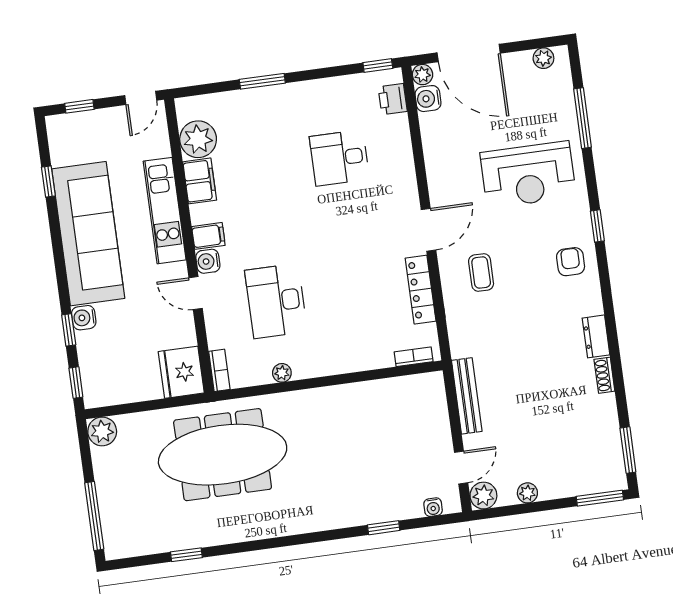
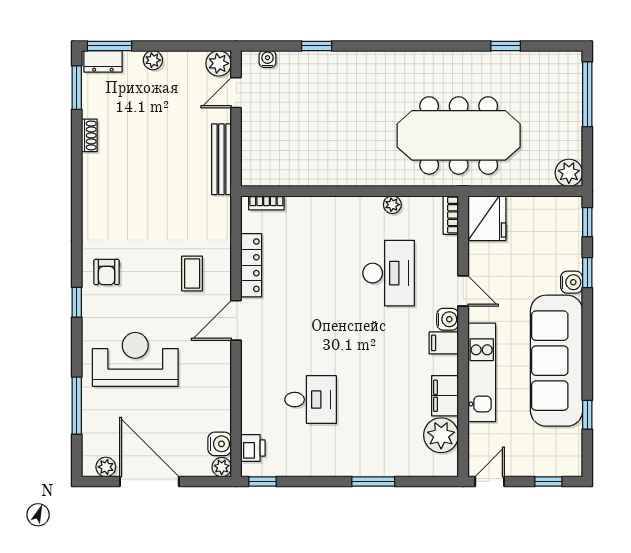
door: (469, 53) -> (149, 481), moved
dresser: (596, 336) -> (103, 61), moved, turned 90
shoe rack: (604, 375) -> (89, 135), moved
plant: (527, 493) -> (153, 60), moved

